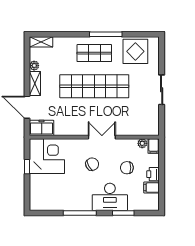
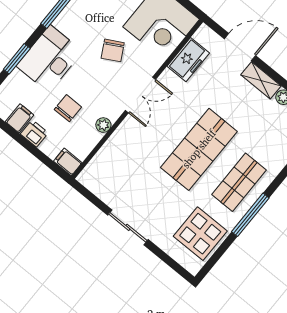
shop shelf: (94, 86) -> (199, 149), width x0.71
freezer: (42, 128) -> (188, 60), moved
double door: (102, 137) -> (141, 95), moved
plant: (142, 143) -> (103, 125), moved
chair: (92, 164) -> (113, 50), moved

